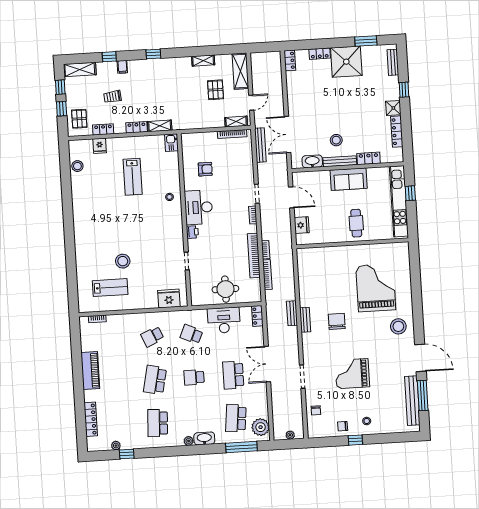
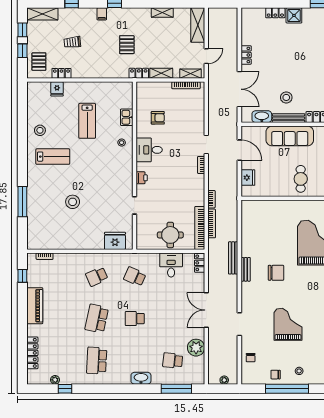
locker: (290, 60) -> (246, 55), moved
shower: (346, 62) -> (294, 15), width x0.54, depth x0.54
filing cabinet: (122, 67) -> (102, 14), moved
pallet: (215, 90) -> (127, 45), moved
shelving: (160, 126) -> (161, 73), moved
locker: (137, 127) -> (139, 73), moved
double door: (287, 135) -> (239, 89), swing flipped
kitchen sink: (171, 143) -> (127, 117), moved
bench: (260, 145) -> (213, 98), removed
stool: (77, 166) -> (40, 130), moved
sofa: (349, 179) -> (290, 136), width x1.36
desk: (199, 207) -> (149, 150), width x0.73
bookcase: (254, 256) -> (200, 228), moved
window: (71, 264) -> (22, 202), added
lab bench: (110, 288) -> (53, 157), moved
bench: (292, 313) -> (233, 258), width x1.36
desk: (224, 320) -> (171, 265), width x0.73
chair: (337, 321) -> (276, 273), turned 90
window: (76, 340) -> (22, 276), added
grand piano: (352, 374) -> (288, 324), turned 90
school desk: (233, 375) -> (173, 319), removed
school desk: (236, 418) -> (173, 361), width x0.54
plant: (261, 427) -> (196, 348), moved
window: (355, 440) -> (287, 389), width x3.17
plant: (189, 441) -> (126, 380), removed

